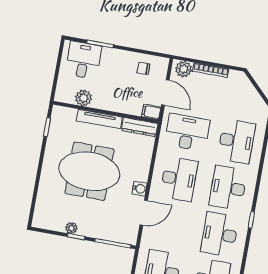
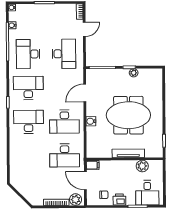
printer: (123, 58) -> (119, 199), added
dresser: (140, 127) -> (99, 153), removed
desk: (236, 141) -> (29, 156), removed
desk: (179, 179) -> (64, 122), turned -90
desk: (228, 188) -> (29, 122), turned -90
water cooler: (139, 189) -> (91, 121), moved
desk: (220, 234) -> (28, 88), turned -90

